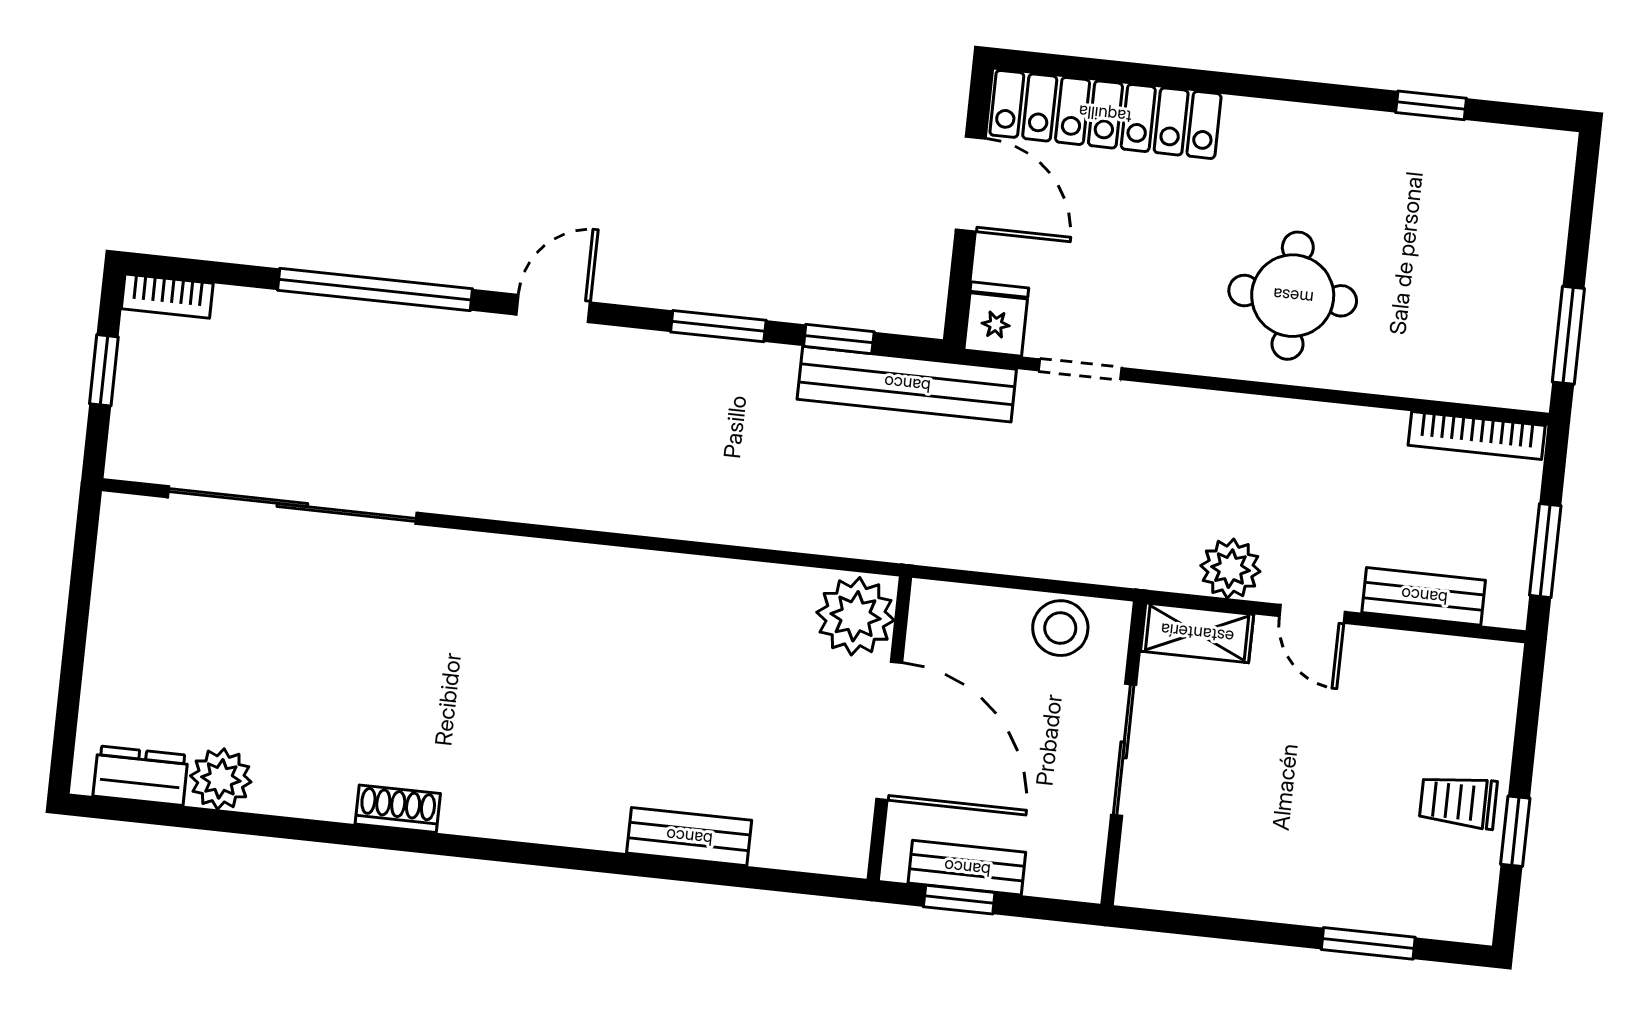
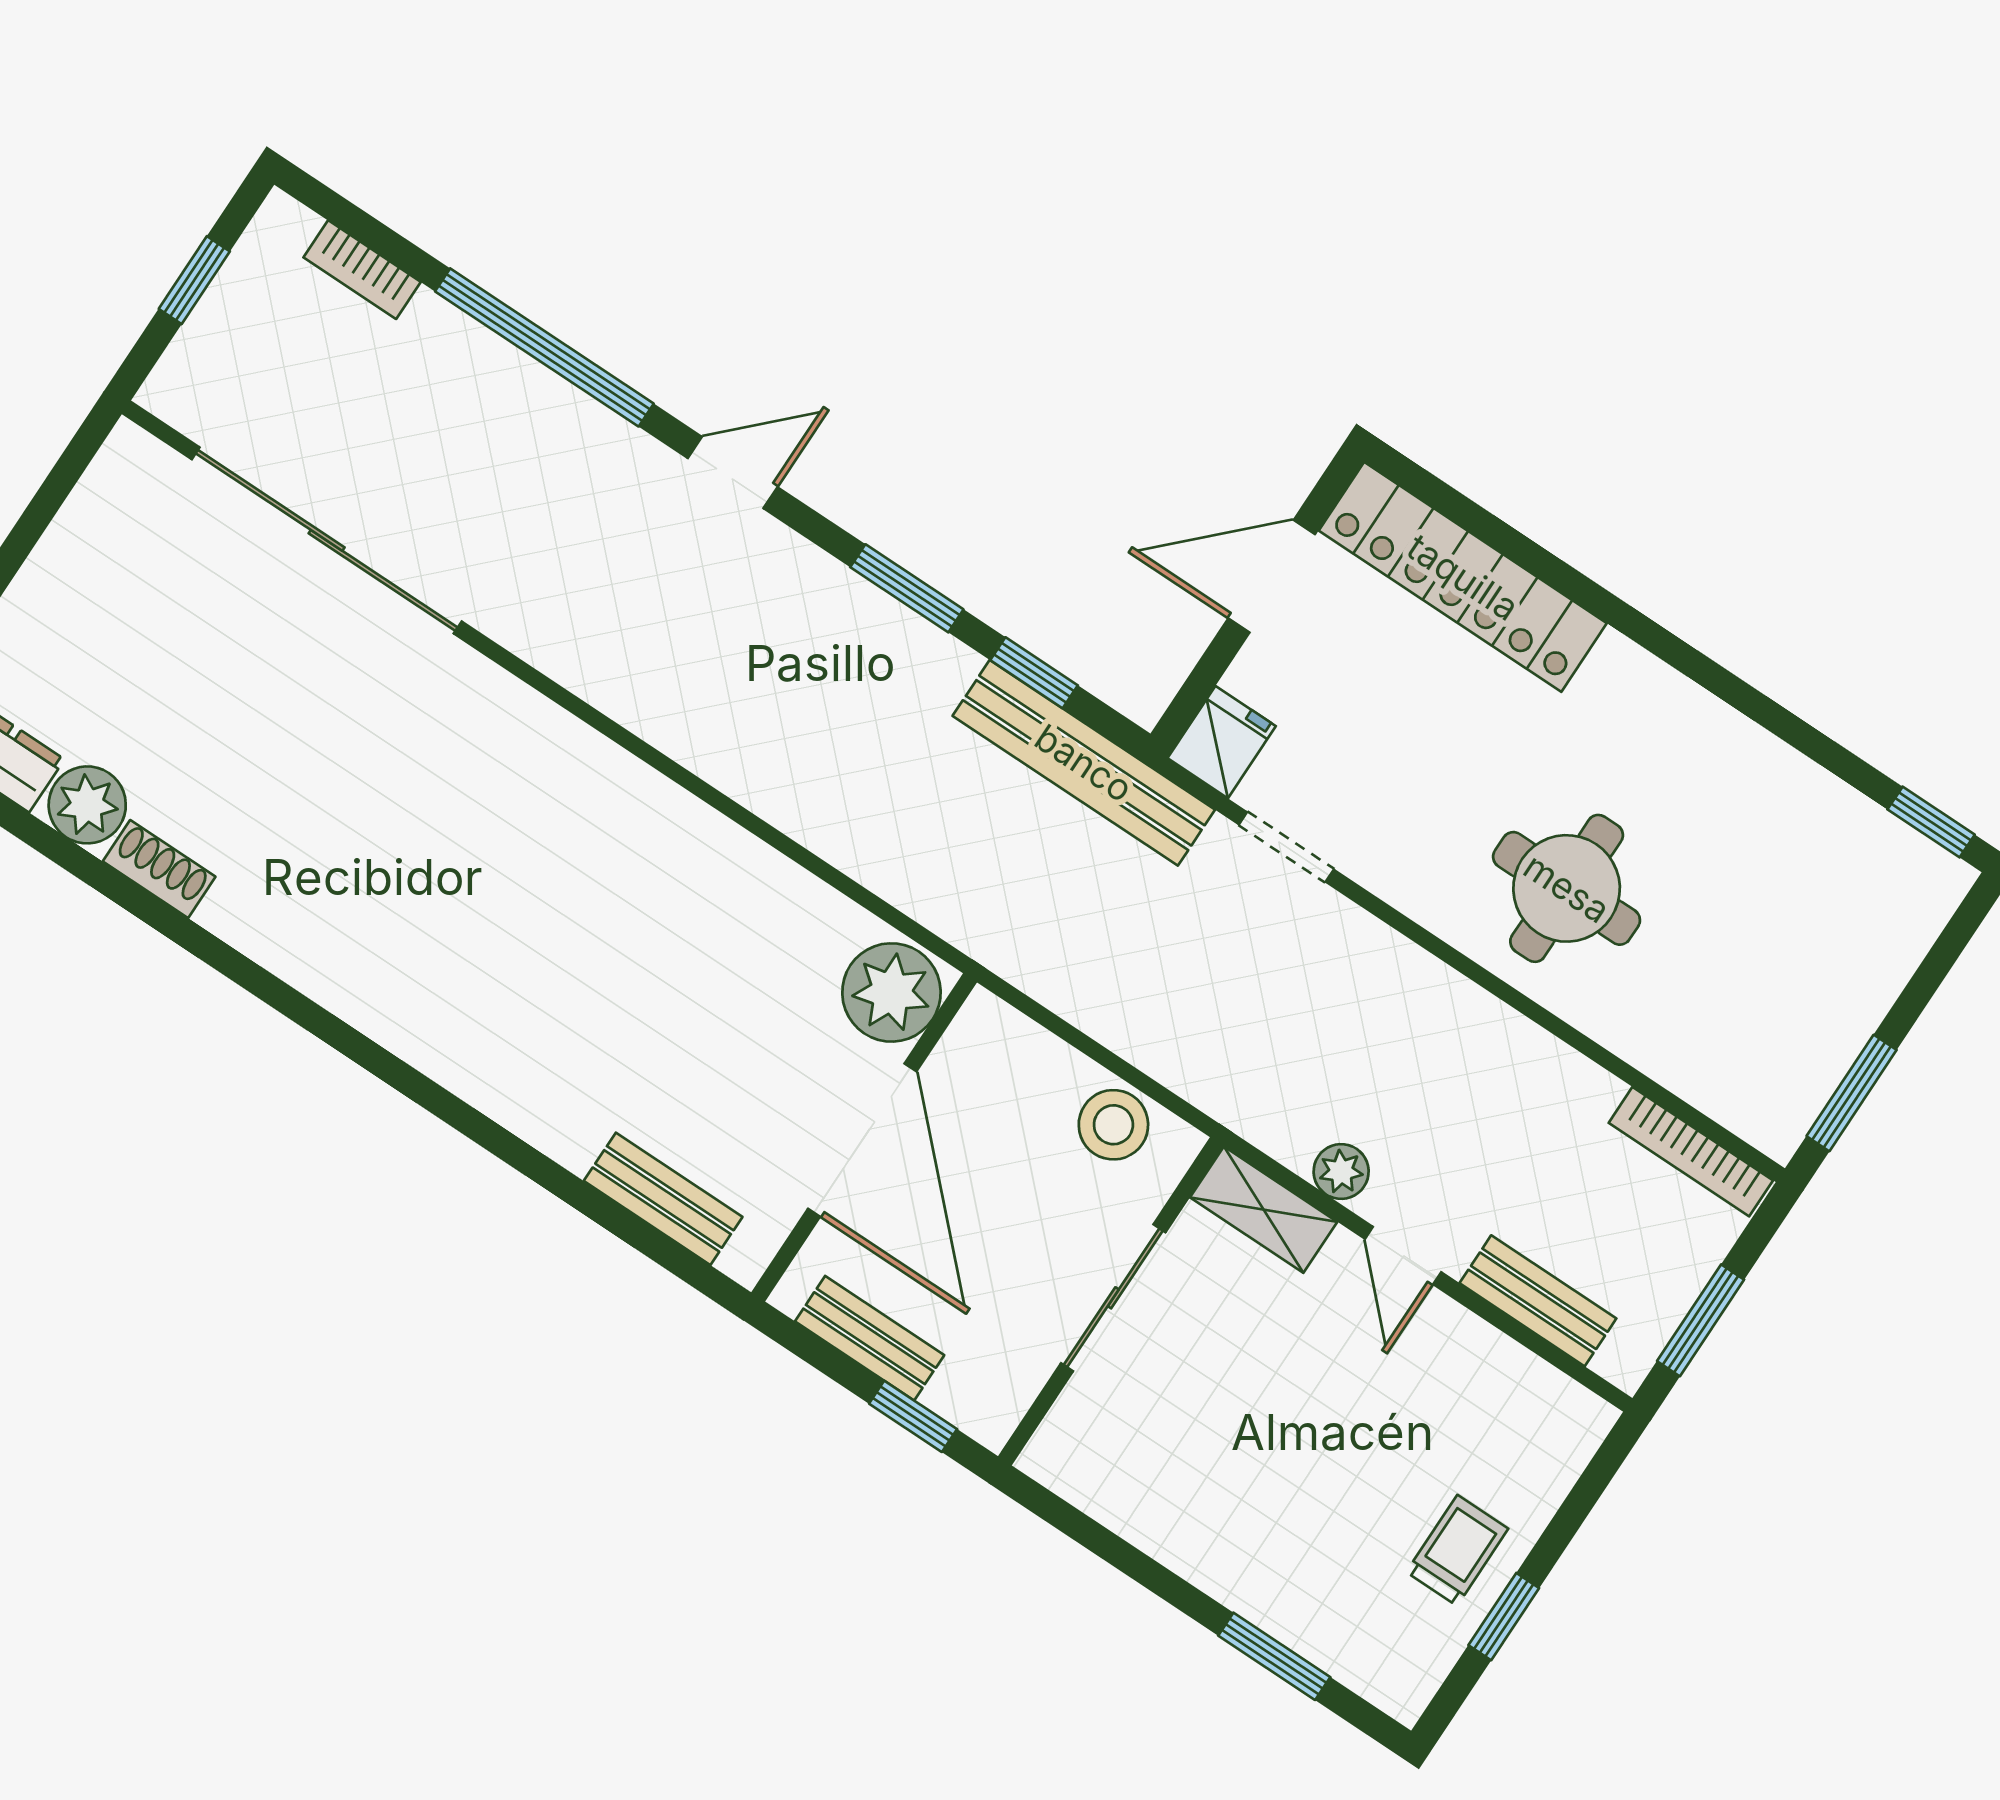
window: (1431, 105) -> (1931, 822), moved
door: (971, 184) -> (1272, 576), swing flipped
bookcase: (167, 296) -> (362, 270), moved
plant: (1230, 569) -> (1341, 1172), width x0.73, depth x0.73
trolley: (1458, 802) -> (1457, 1550), turned 90
shoe rack: (398, 809) -> (159, 869), moved
bench: (689, 837) -> (663, 1199), moved
window: (959, 900) -> (913, 1416), moved

